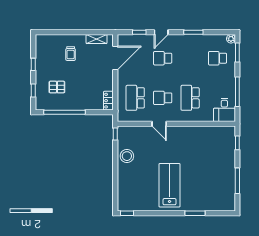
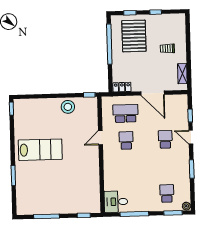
door: (115, 58) -> (153, 93), moved
pallet: (57, 87) -> (134, 36), width x2.05, depth x2.00
school desk: (190, 98) -> (127, 168), removed

